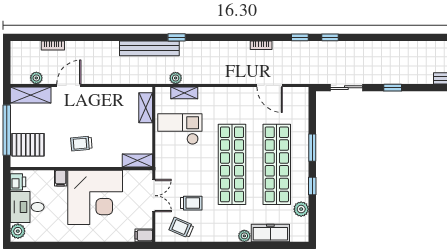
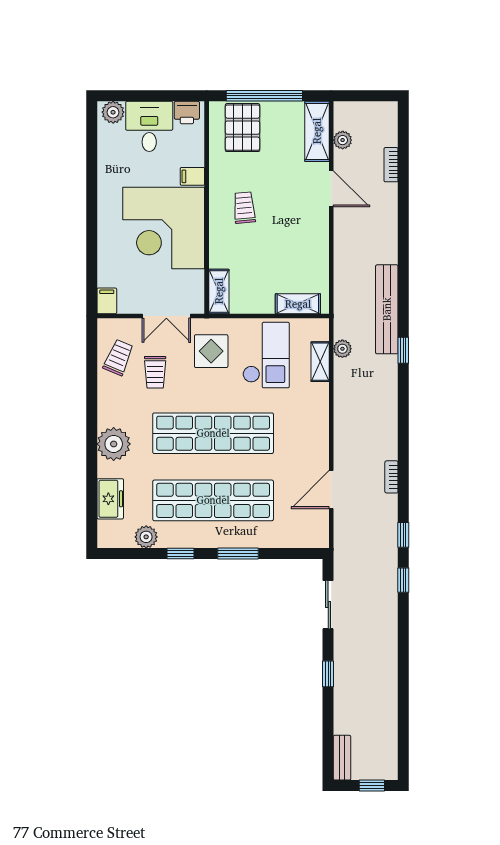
display table: (177, 166) -> (211, 351), added
freezer: (270, 233) -> (110, 499), width x0.71
plant: (244, 236) -> (114, 444), width x1.87, depth x1.87

